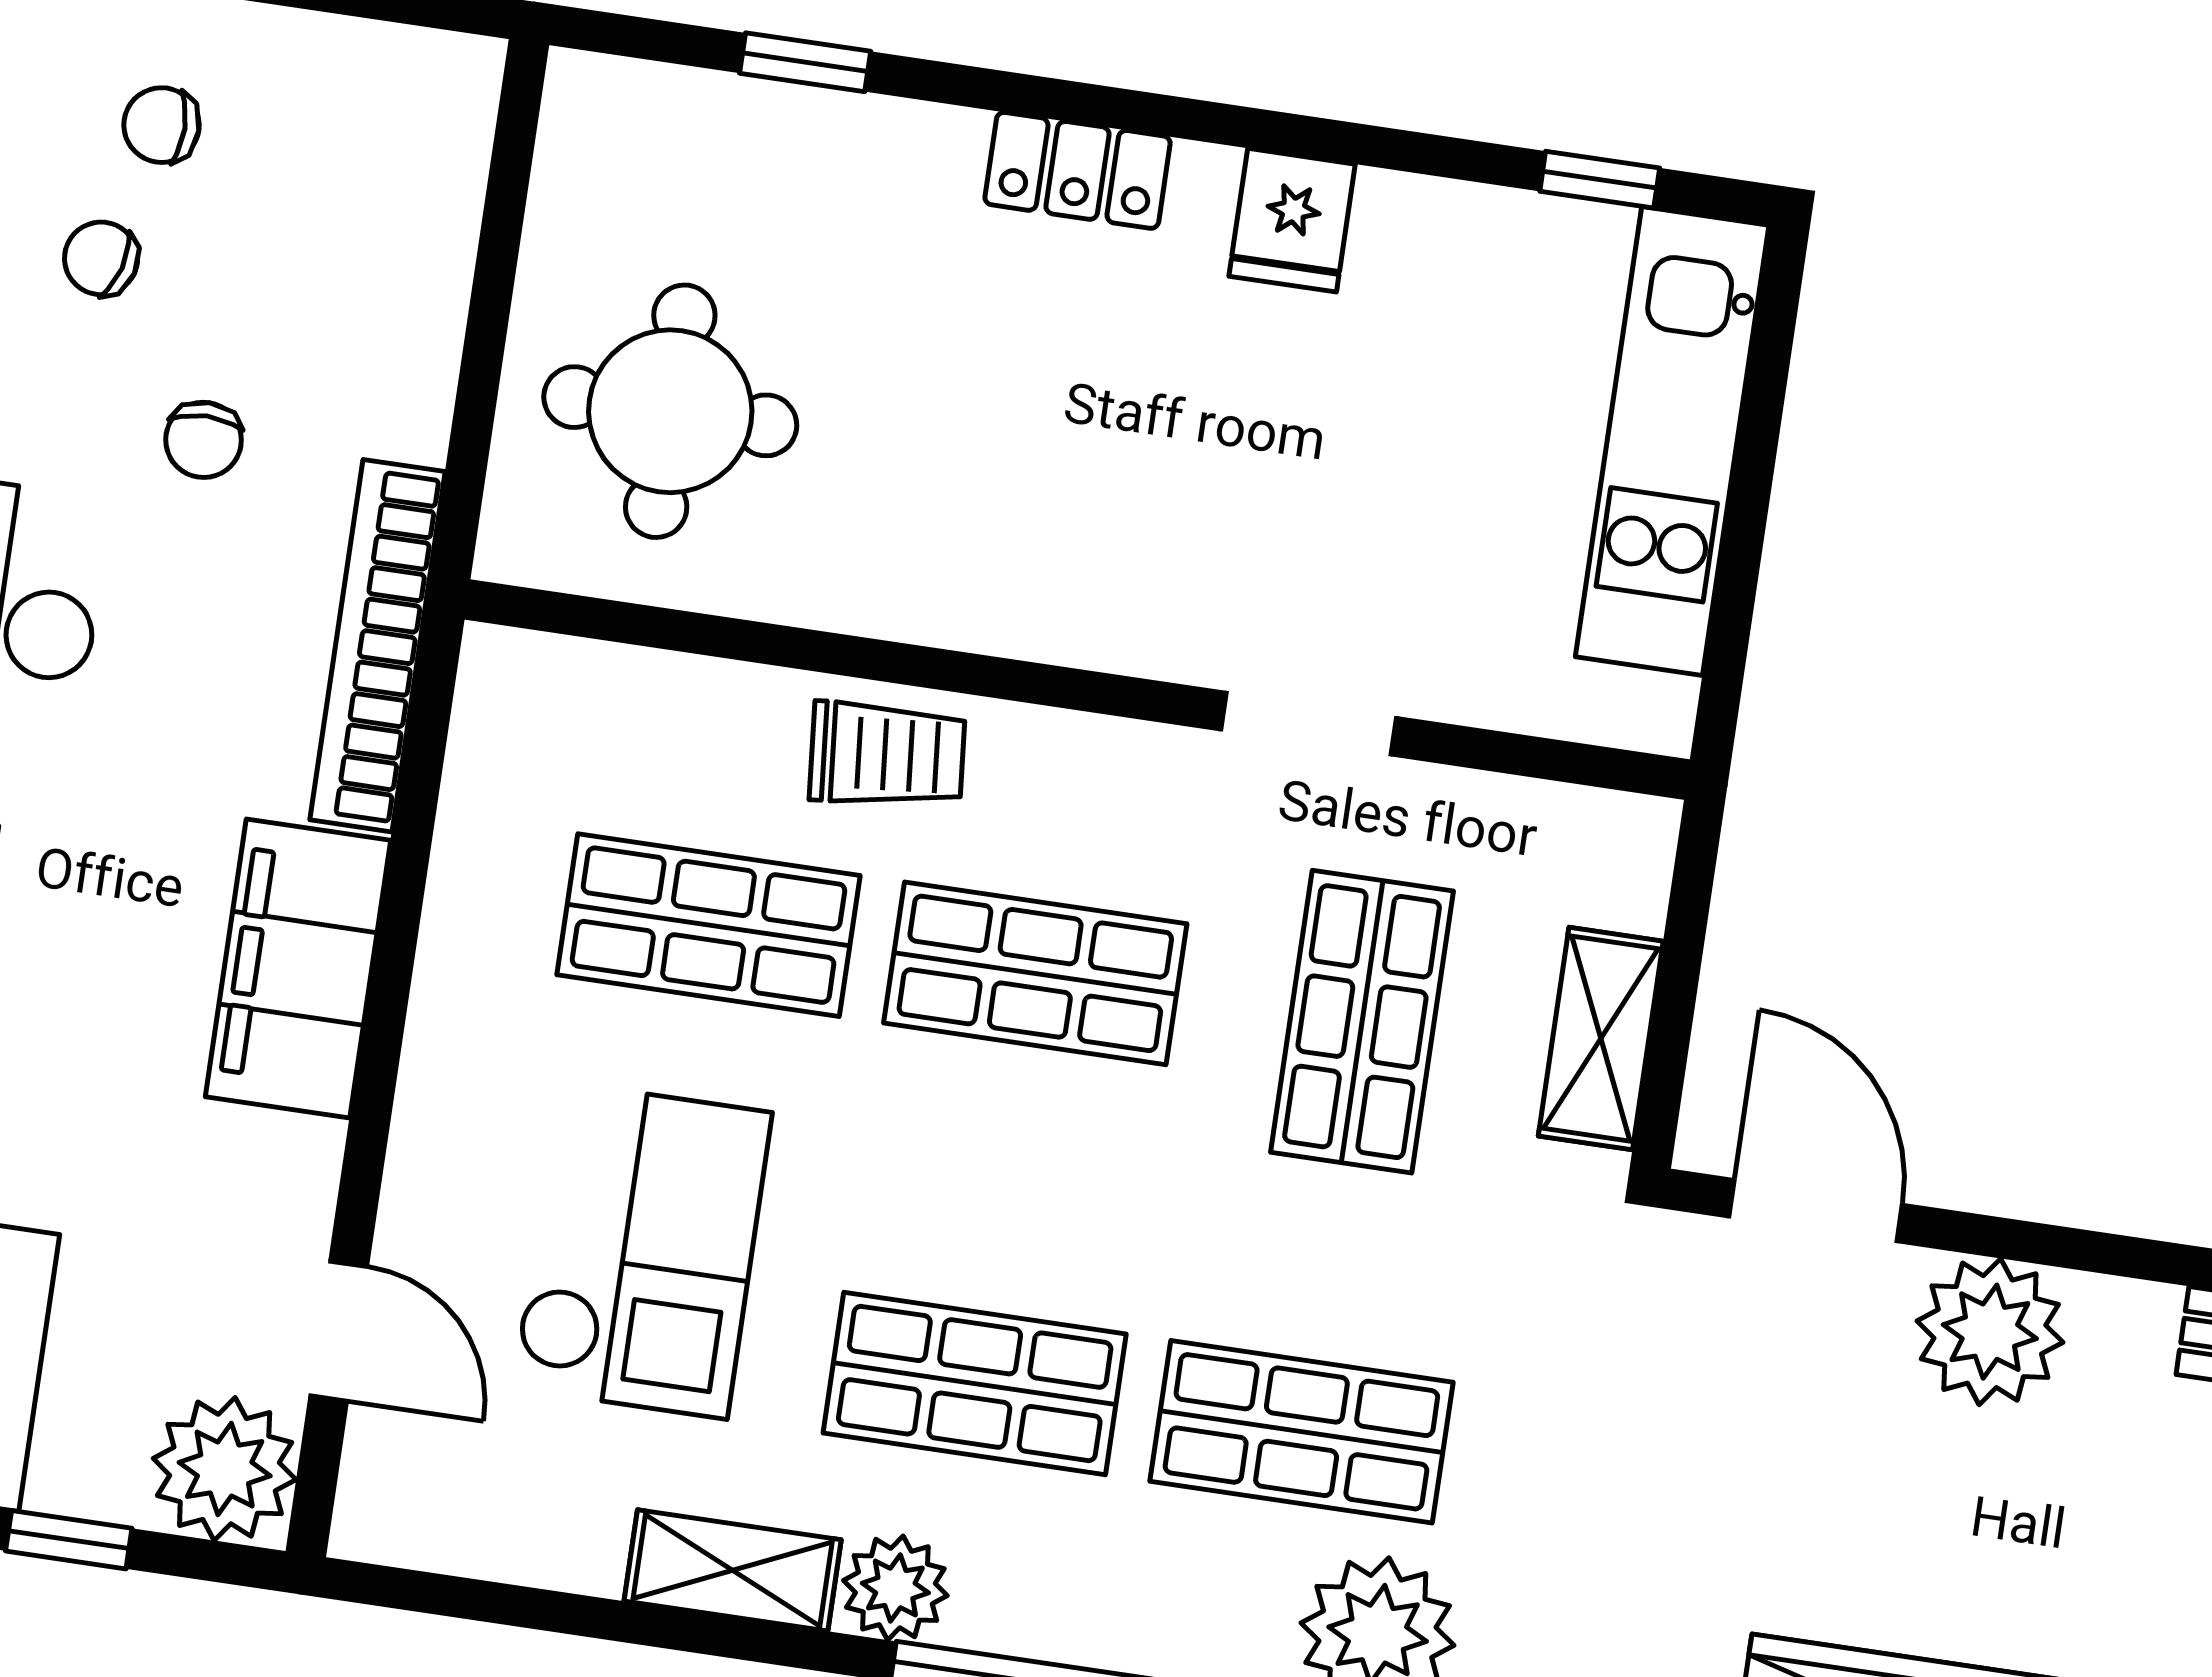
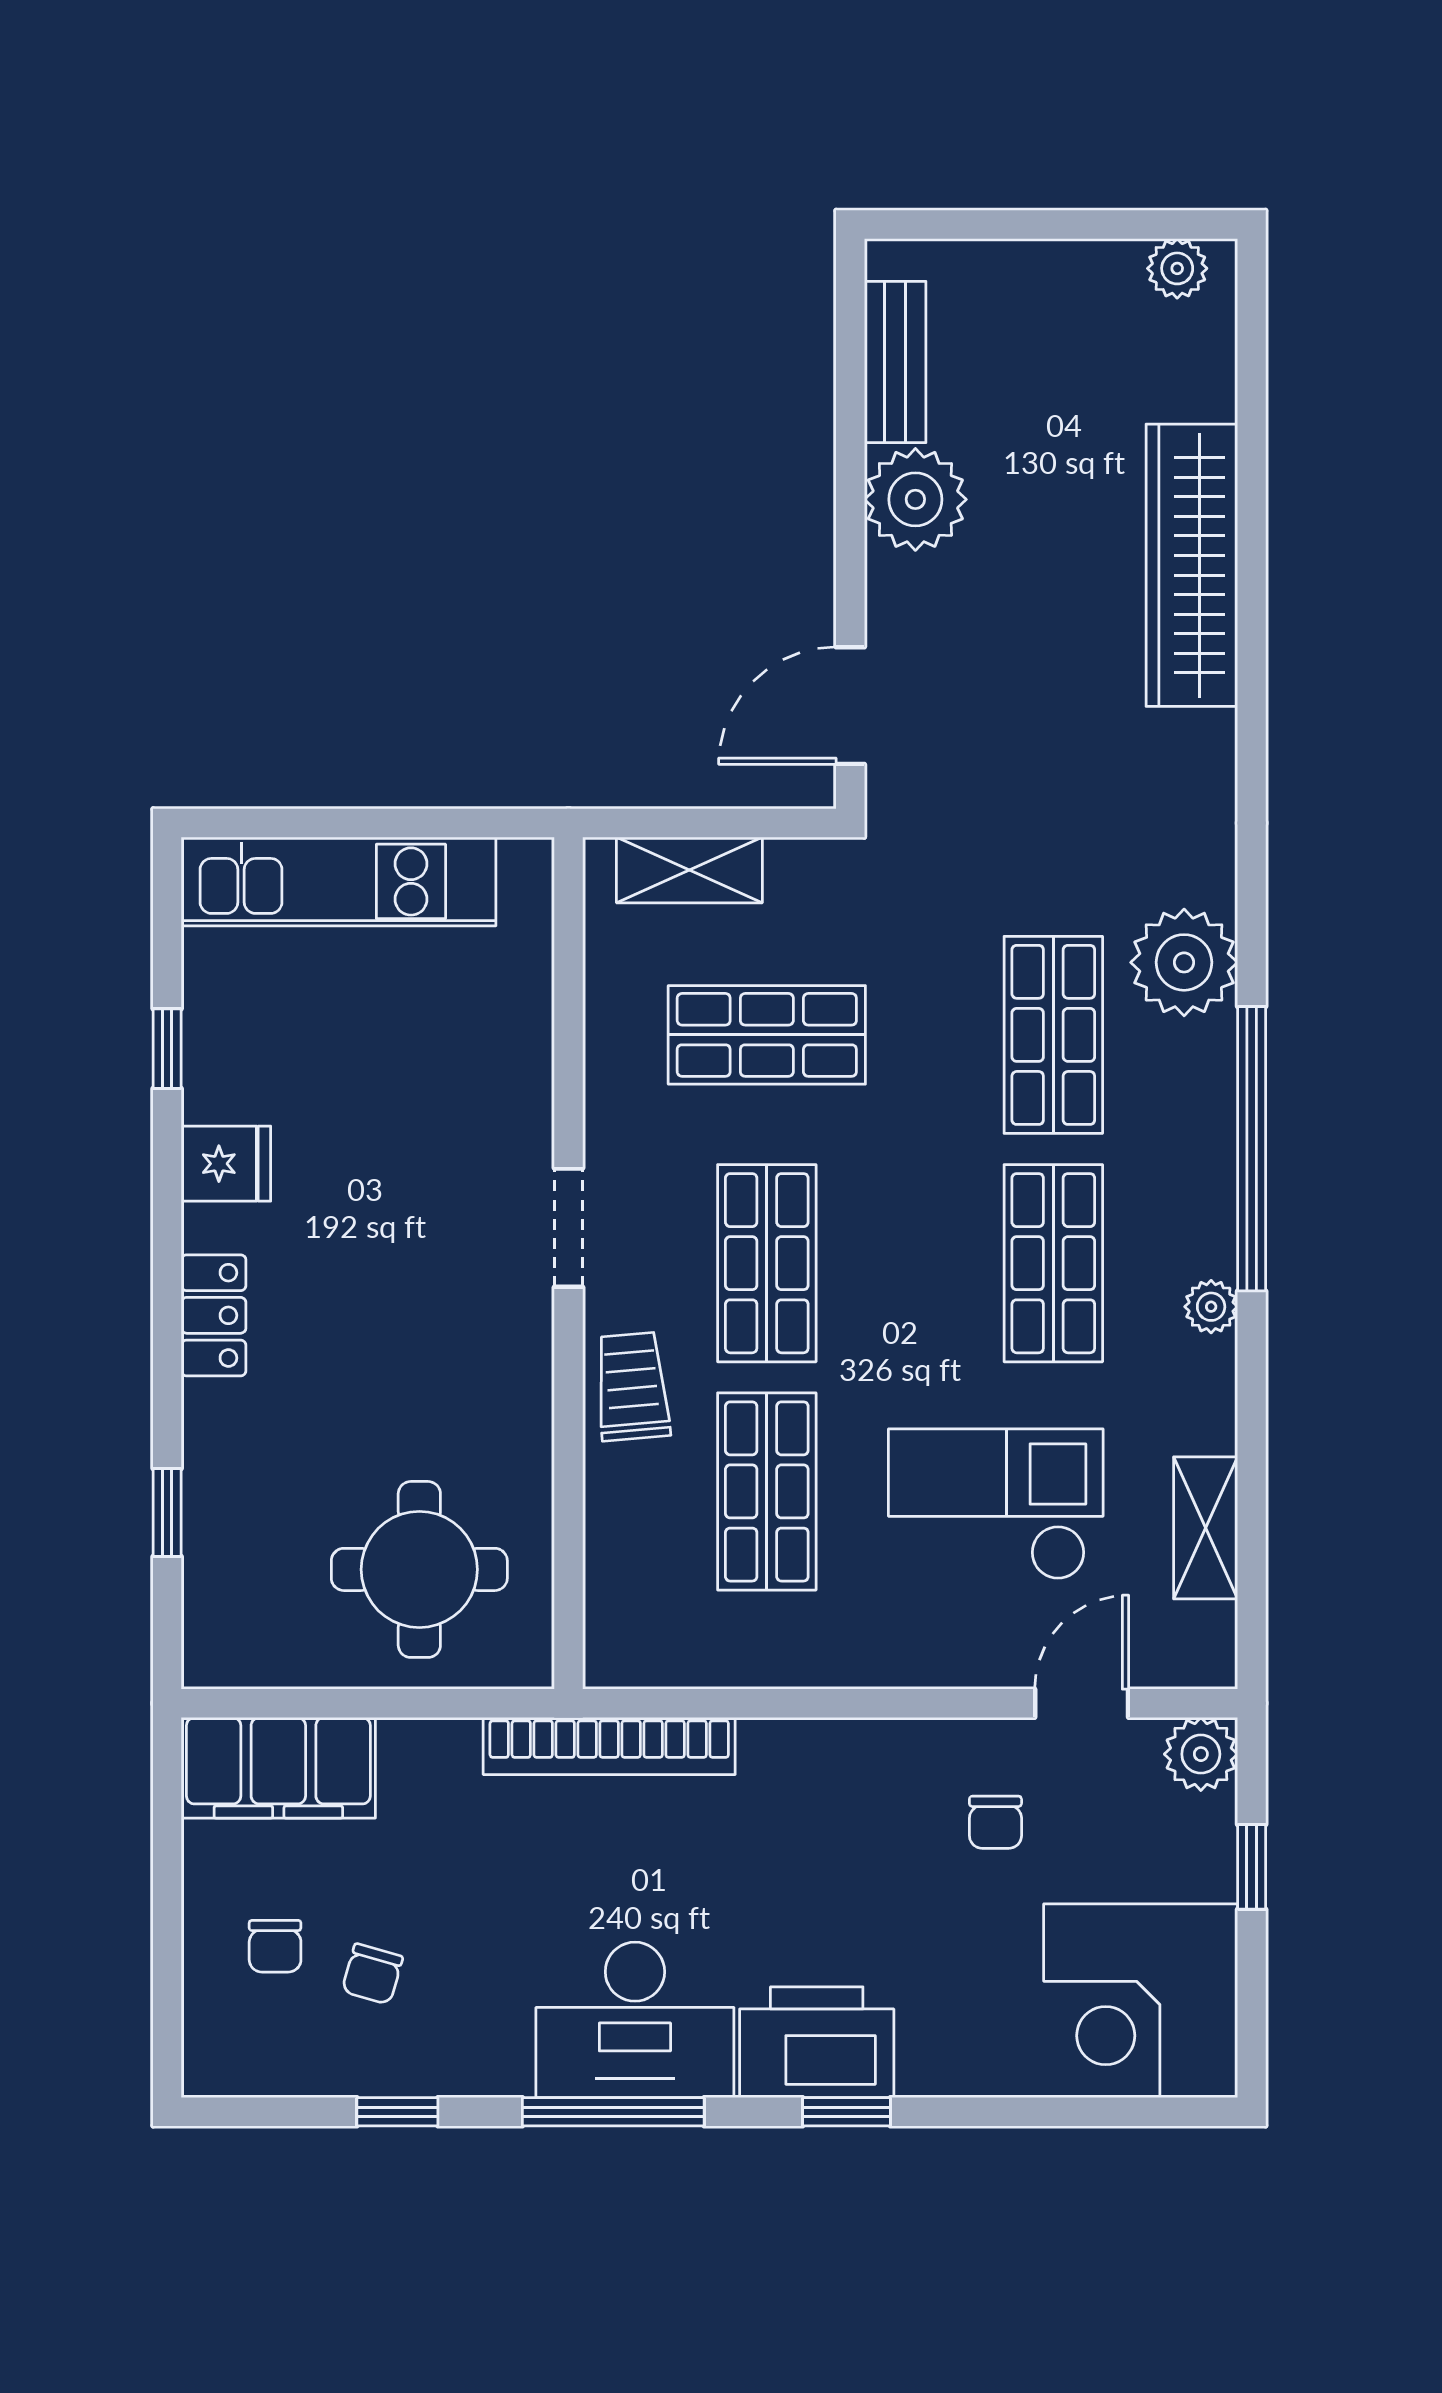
window: (1600, 180) -> (167, 1049), moved
chair: (204, 440) -> (995, 1822), moved, turned 90
doorway: (1309, 724) -> (569, 1228), moved
filing cabinet: (298, 968) -> (278, 1768), moved
shelving: (1601, 1039) -> (689, 870), moved
plant: (1990, 1332) -> (915, 499), moved
plant: (225, 1469) -> (1201, 1754), width x0.73, depth x0.73
shelving: (733, 1570) -> (1206, 1528), moved
plant: (895, 1588) -> (1211, 1307), width x0.73, depth x0.73

